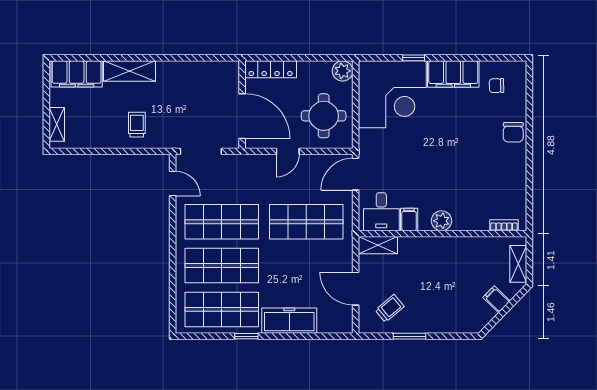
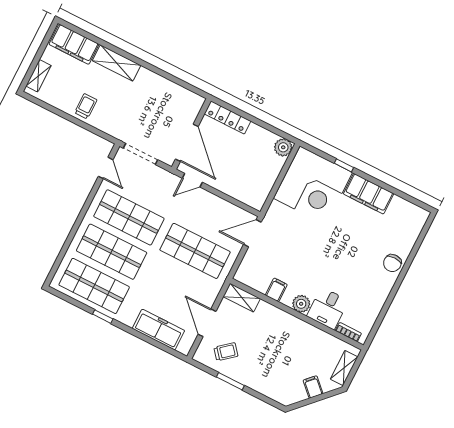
chair: (497, 86) -> (398, 220), removed
round table: (324, 116) -> (251, 175), removed
trolley: (137, 125) -> (86, 106), moved
door: (288, 151) -> (192, 180), moved
desk: (381, 212) -> (328, 308), moved
freezer: (289, 321) -> (158, 330), moved

